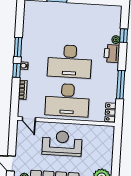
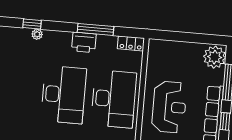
printer: (112, 53) -> (84, 42), moved
reception desk: (62, 143) -> (169, 107), turned 180

